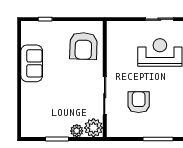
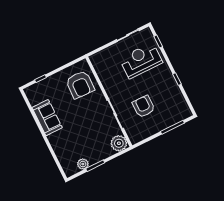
plant: (77, 131) -> (83, 164), moved

